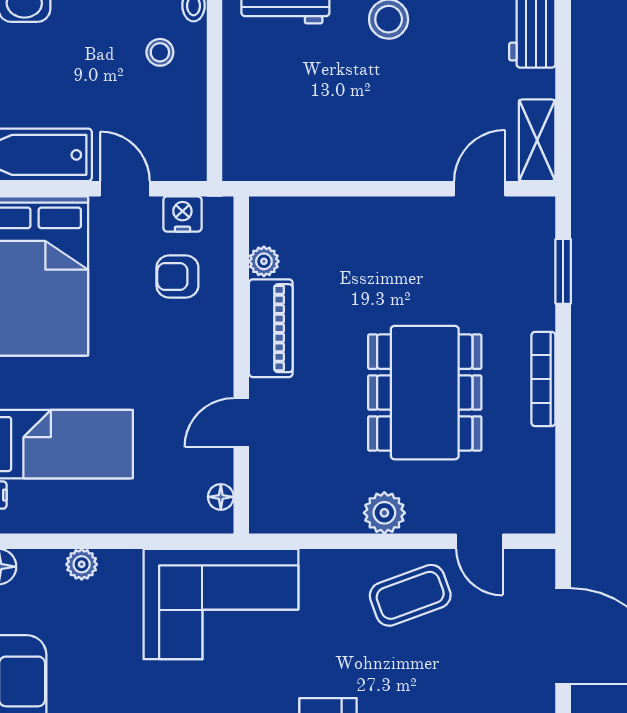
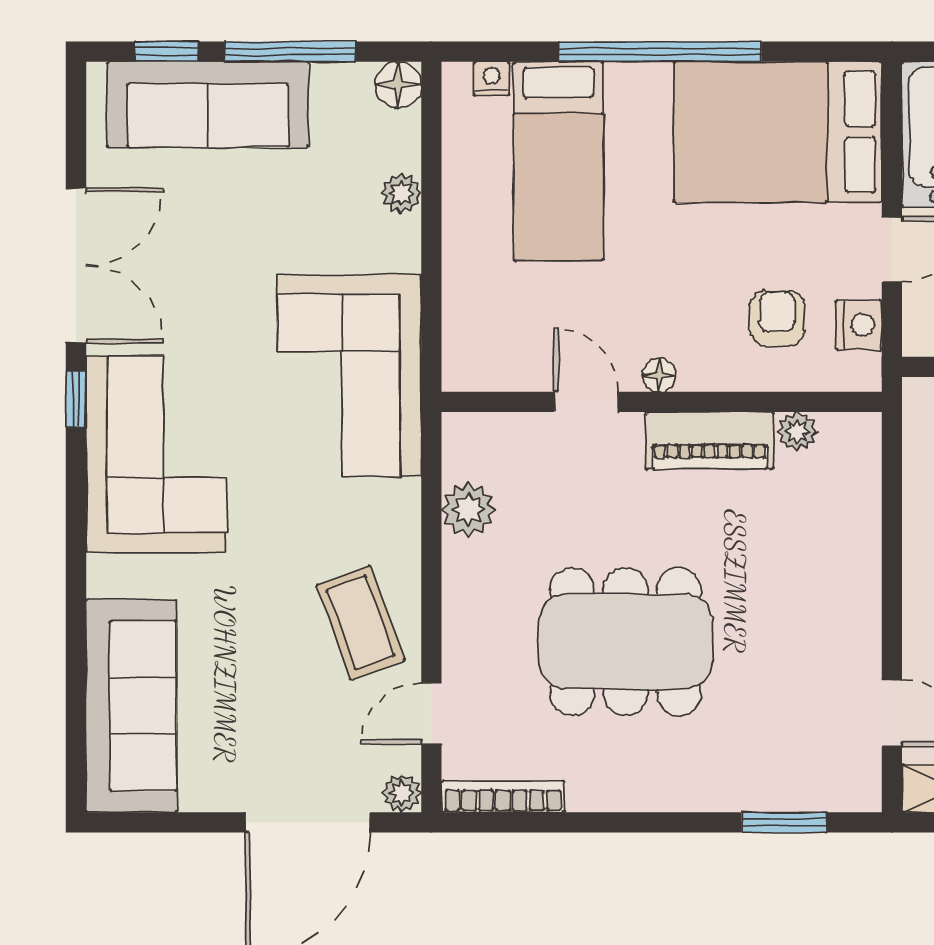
bookcase: (543, 379) -> (503, 797), moved
floor lamp: (221, 497) -> (659, 375), moved
plant: (384, 513) -> (468, 509), moved
plant: (541, 564) -> (402, 793), added

